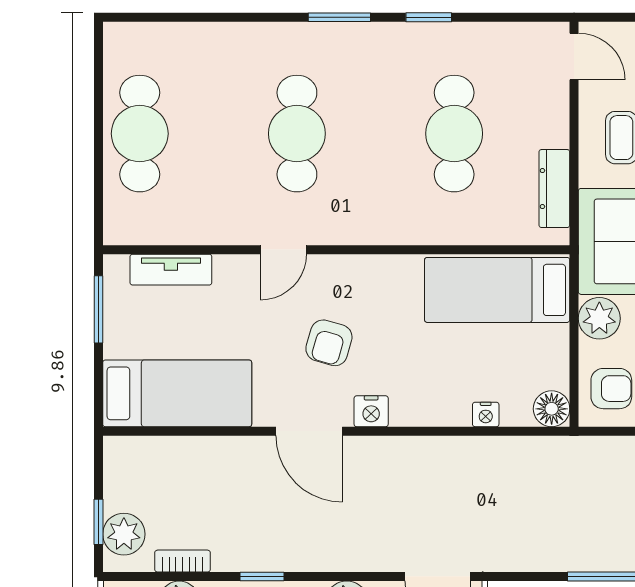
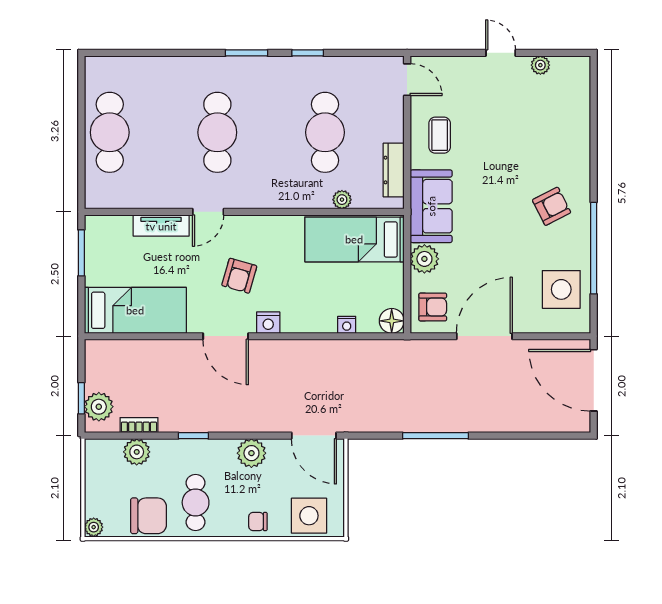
plant: (479, 232) -> (342, 200), added
tv unit: (171, 270) -> (161, 226), moved

